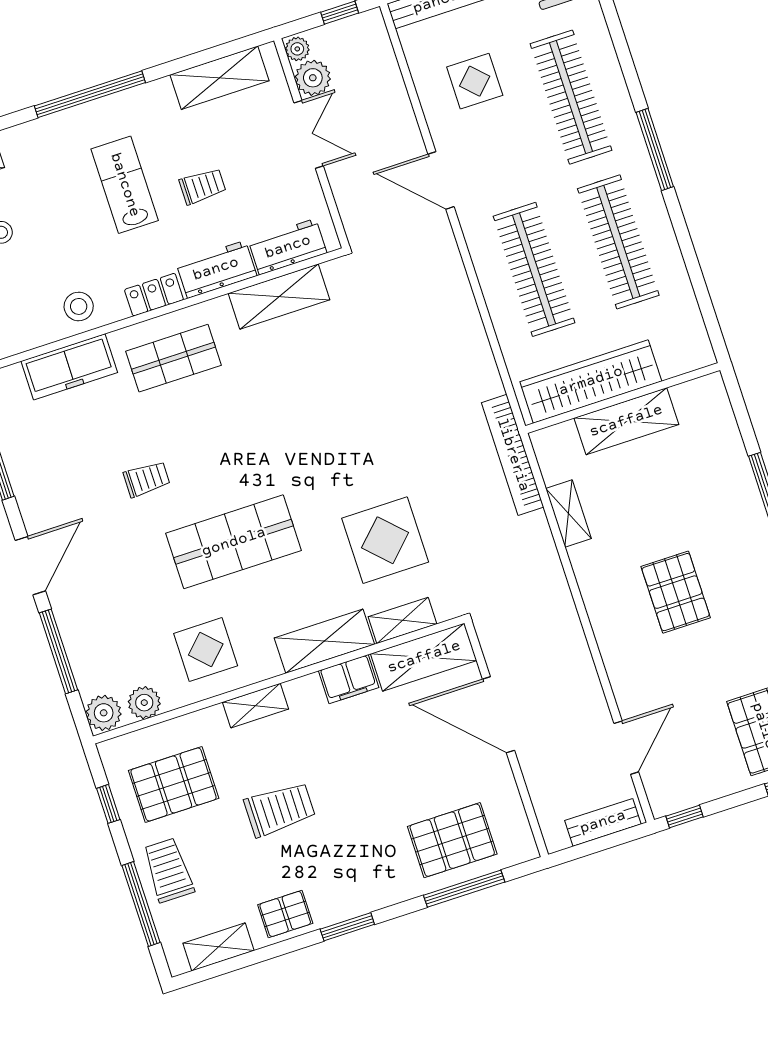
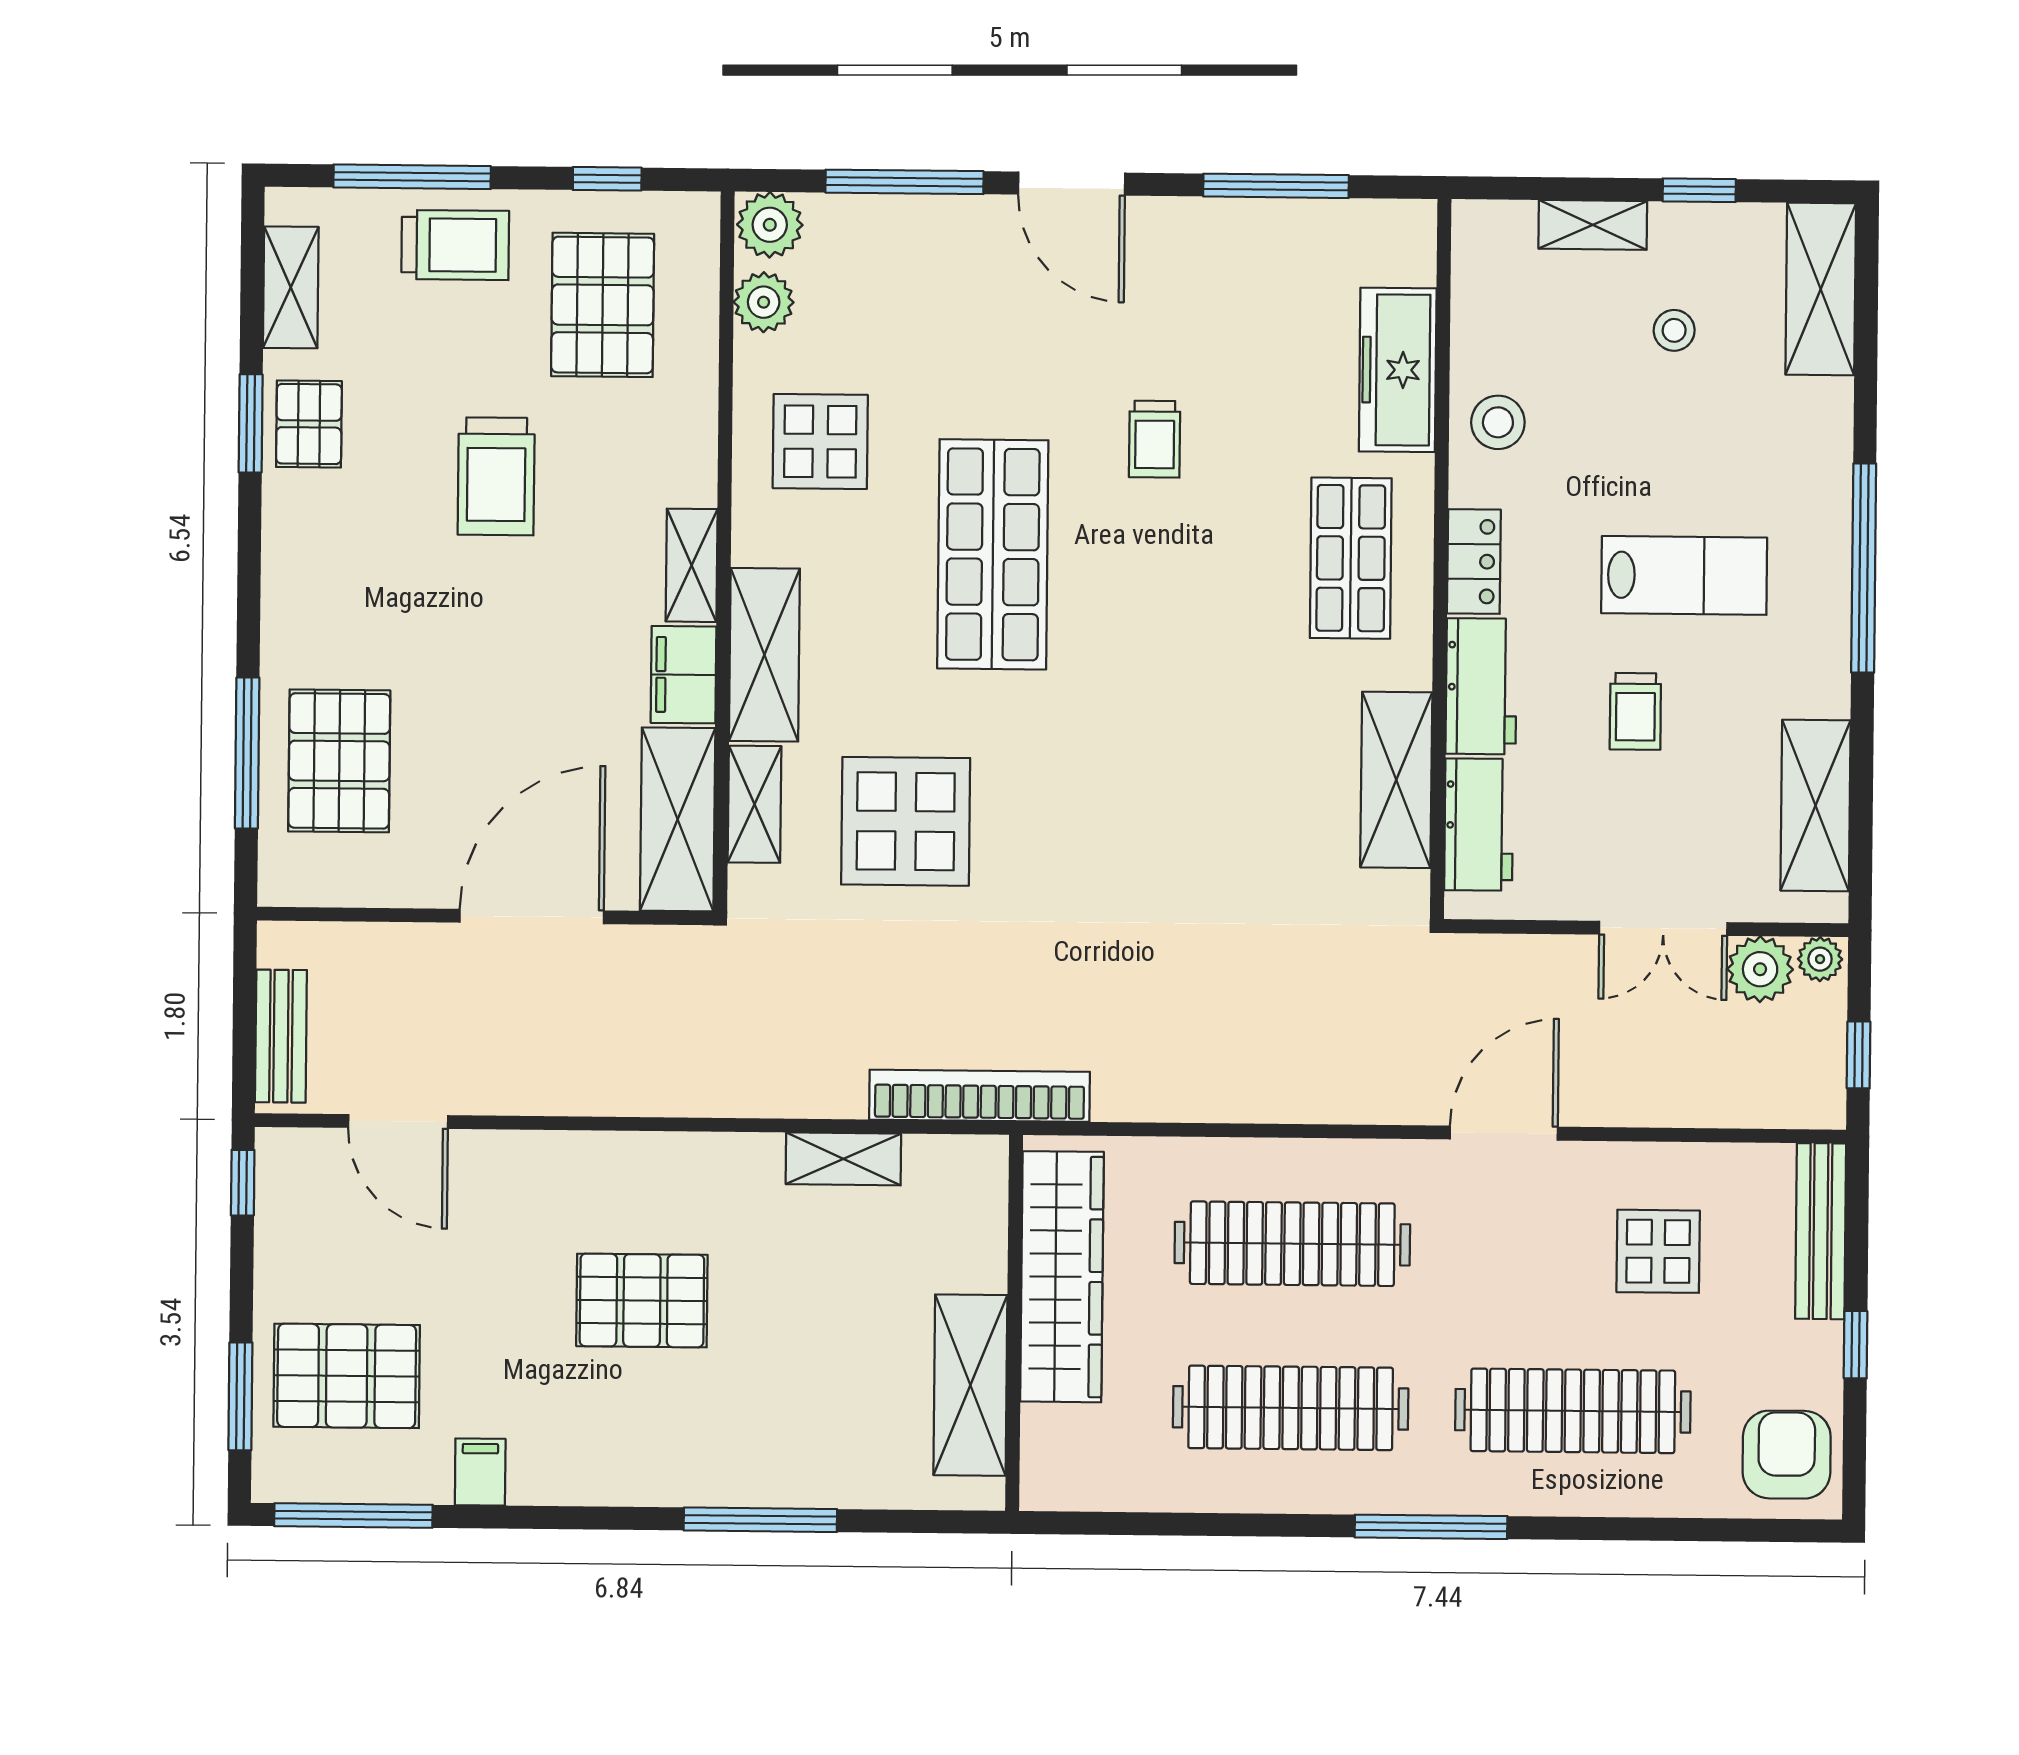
shelving: (626, 421) -> (970, 1385), moved
shelving: (255, 706) -> (692, 565), moved
window: (347, 927) -> (251, 423), moved

